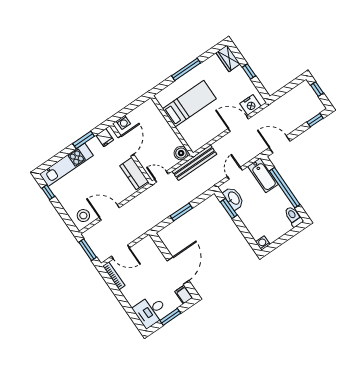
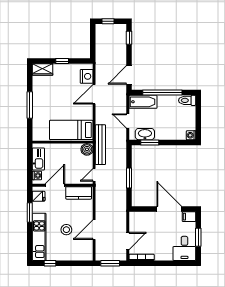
bed: (189, 104) -> (71, 130), moved, turned -90
kitchen sink: (140, 113) -> (38, 159), added
door: (126, 146) -> (55, 185), hinge flipped
stool: (83, 216) -> (66, 230), moved

